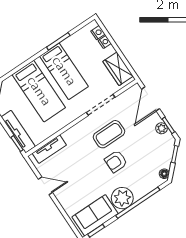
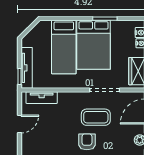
bed: (64, 71) -> (94, 45), width x1.50
armchair: (116, 161) -> (87, 142), turned 90
door: (45, 186) -> (19, 124), hinge flipped

